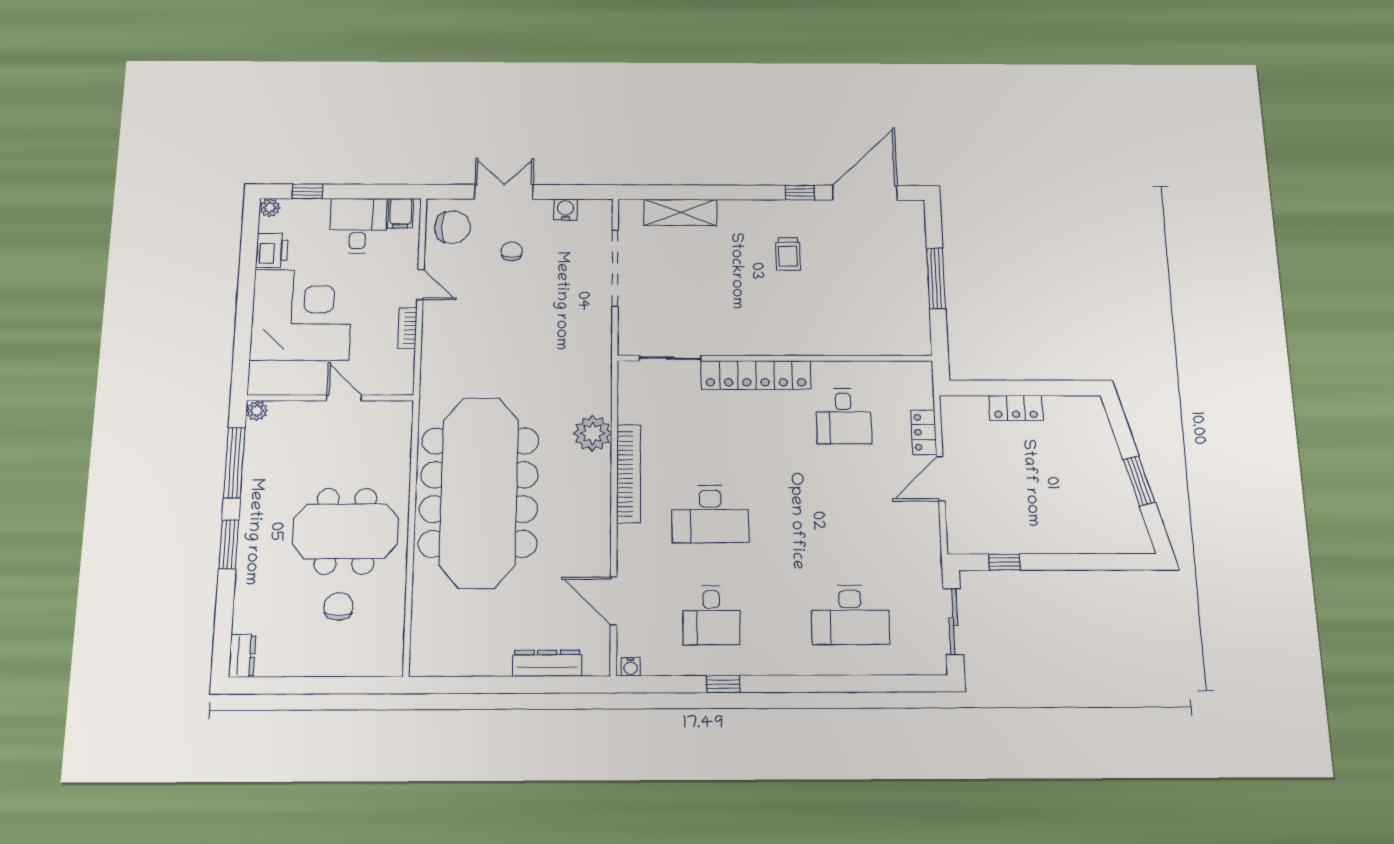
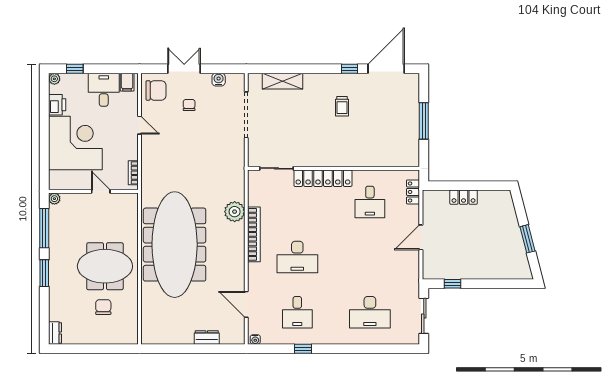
bookcase: (407, 328) -> (133, 173), moved
locker: (924, 432) -> (413, 192), moved
dresser: (547, 663) -> (207, 337), width x0.70

